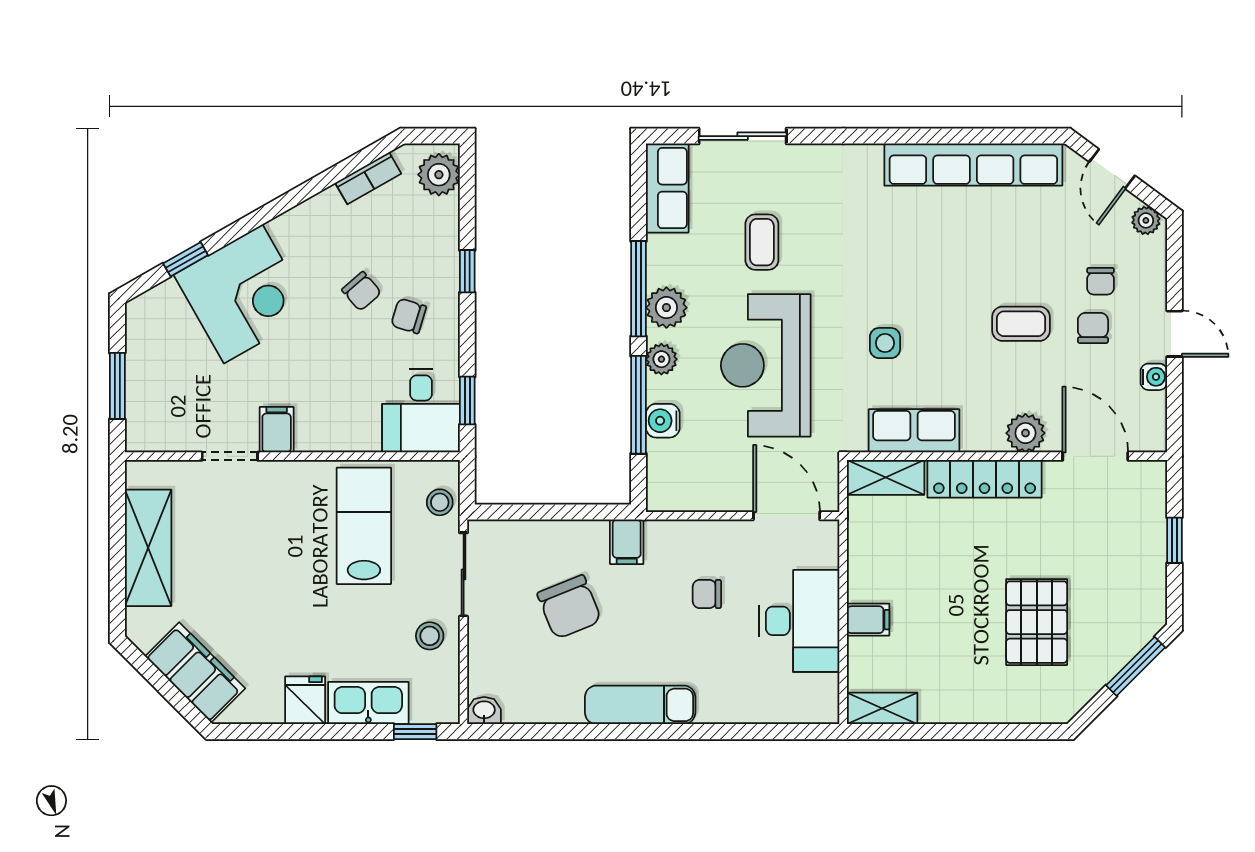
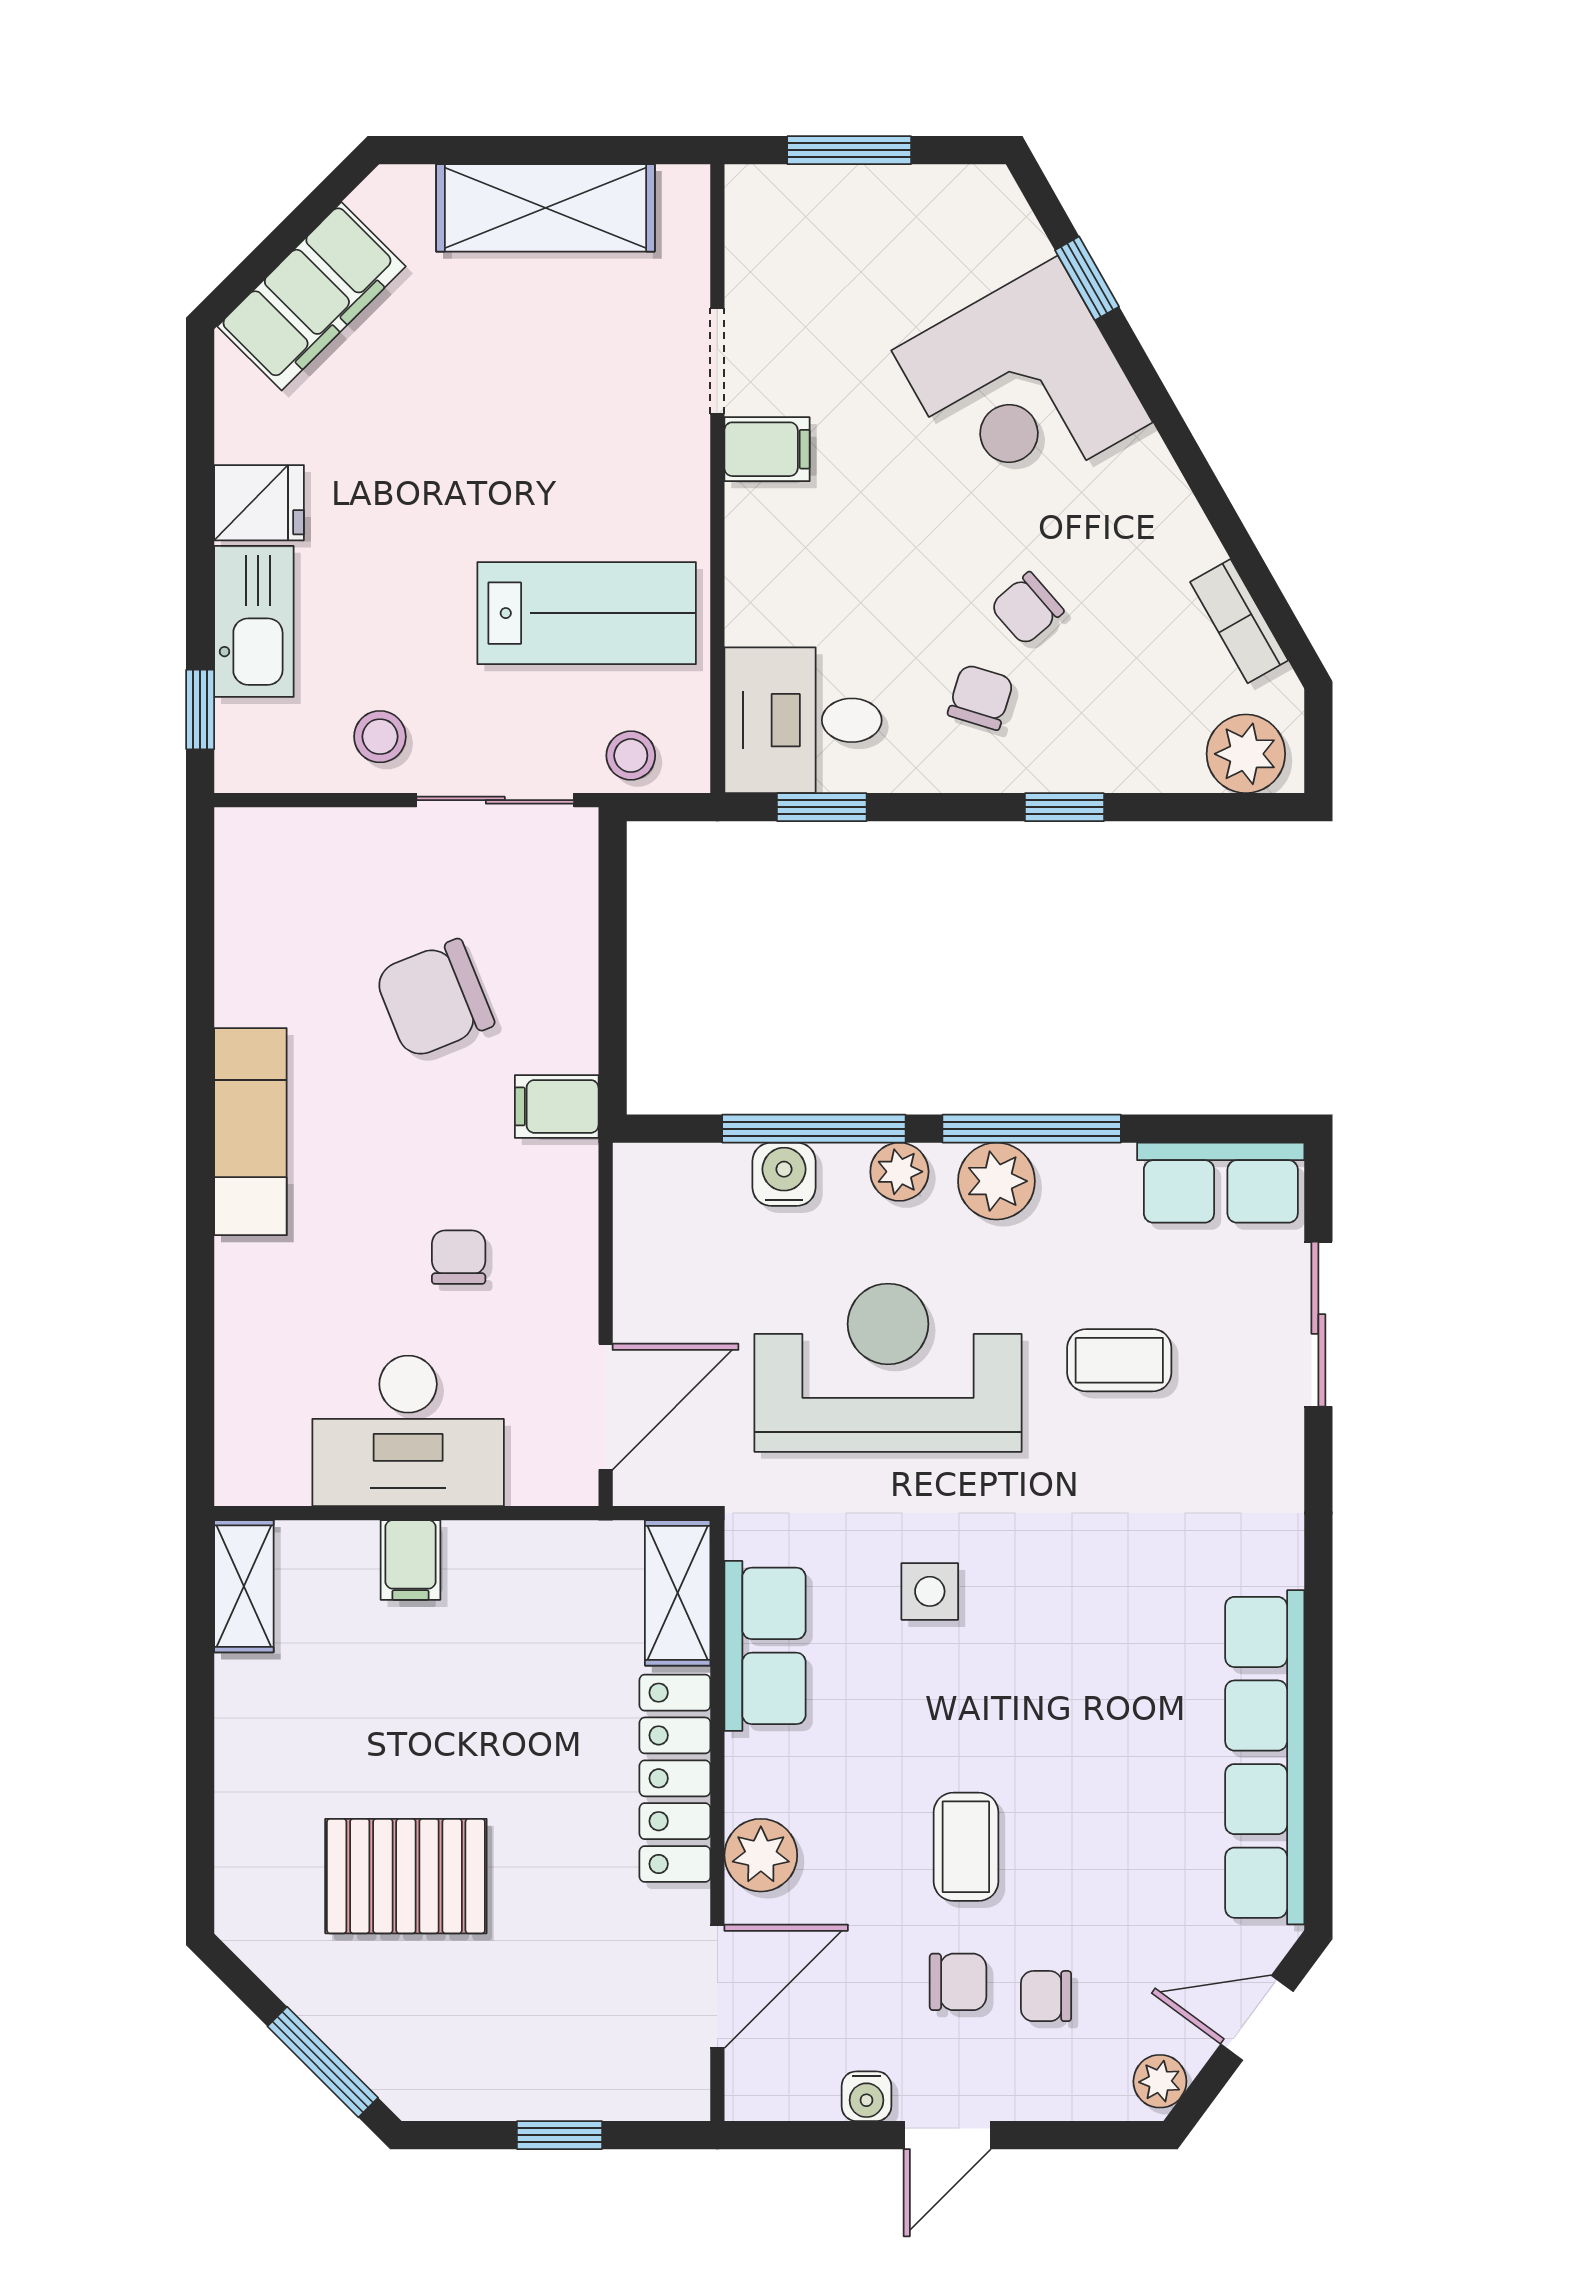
washbasin: (484, 711) -> (240, 839), removed

